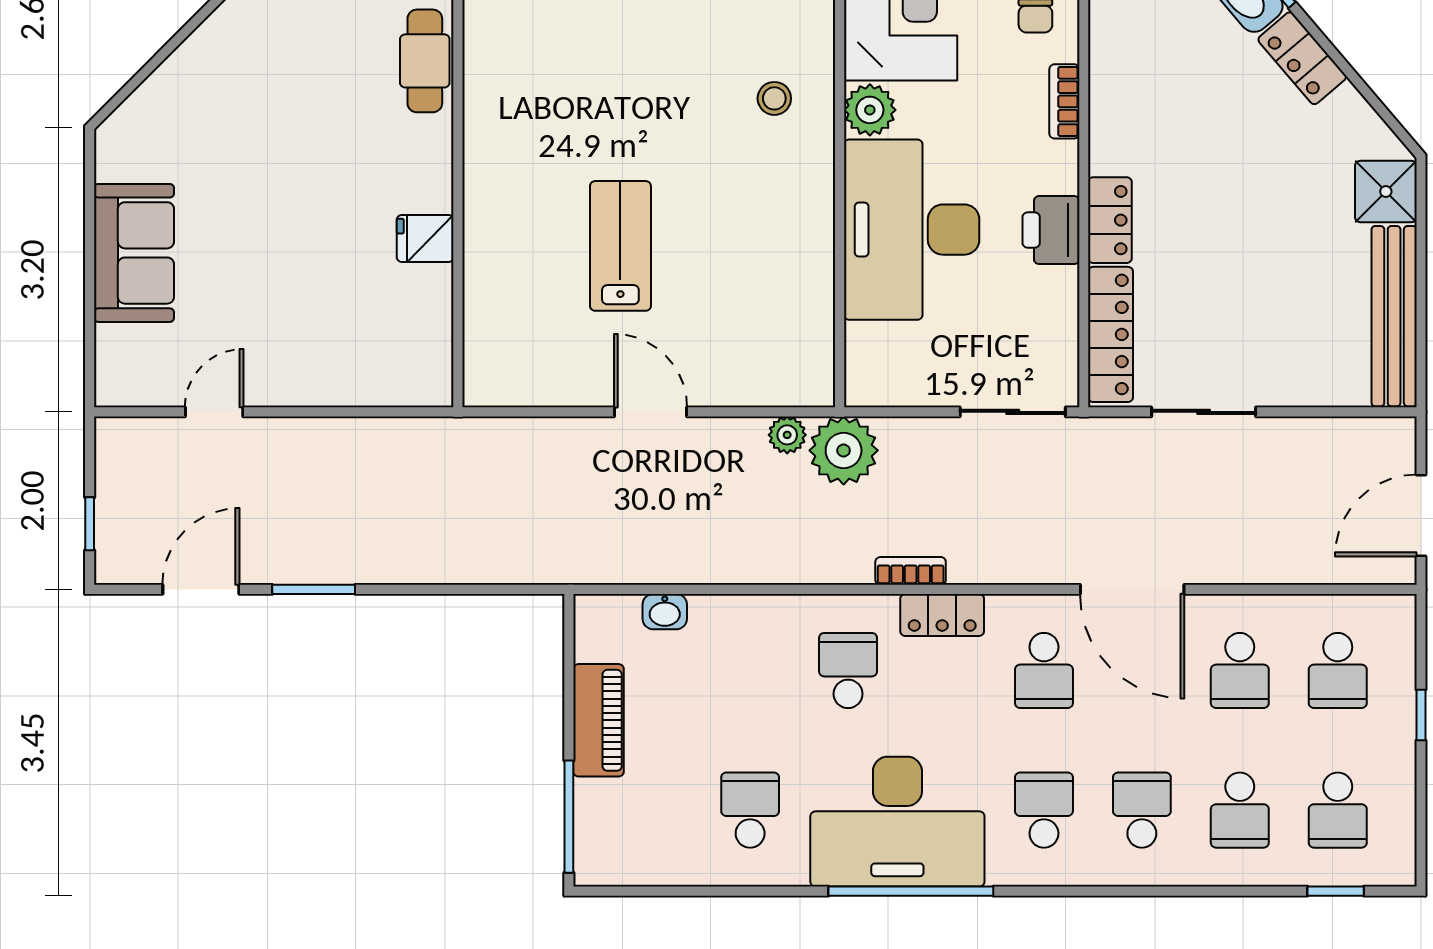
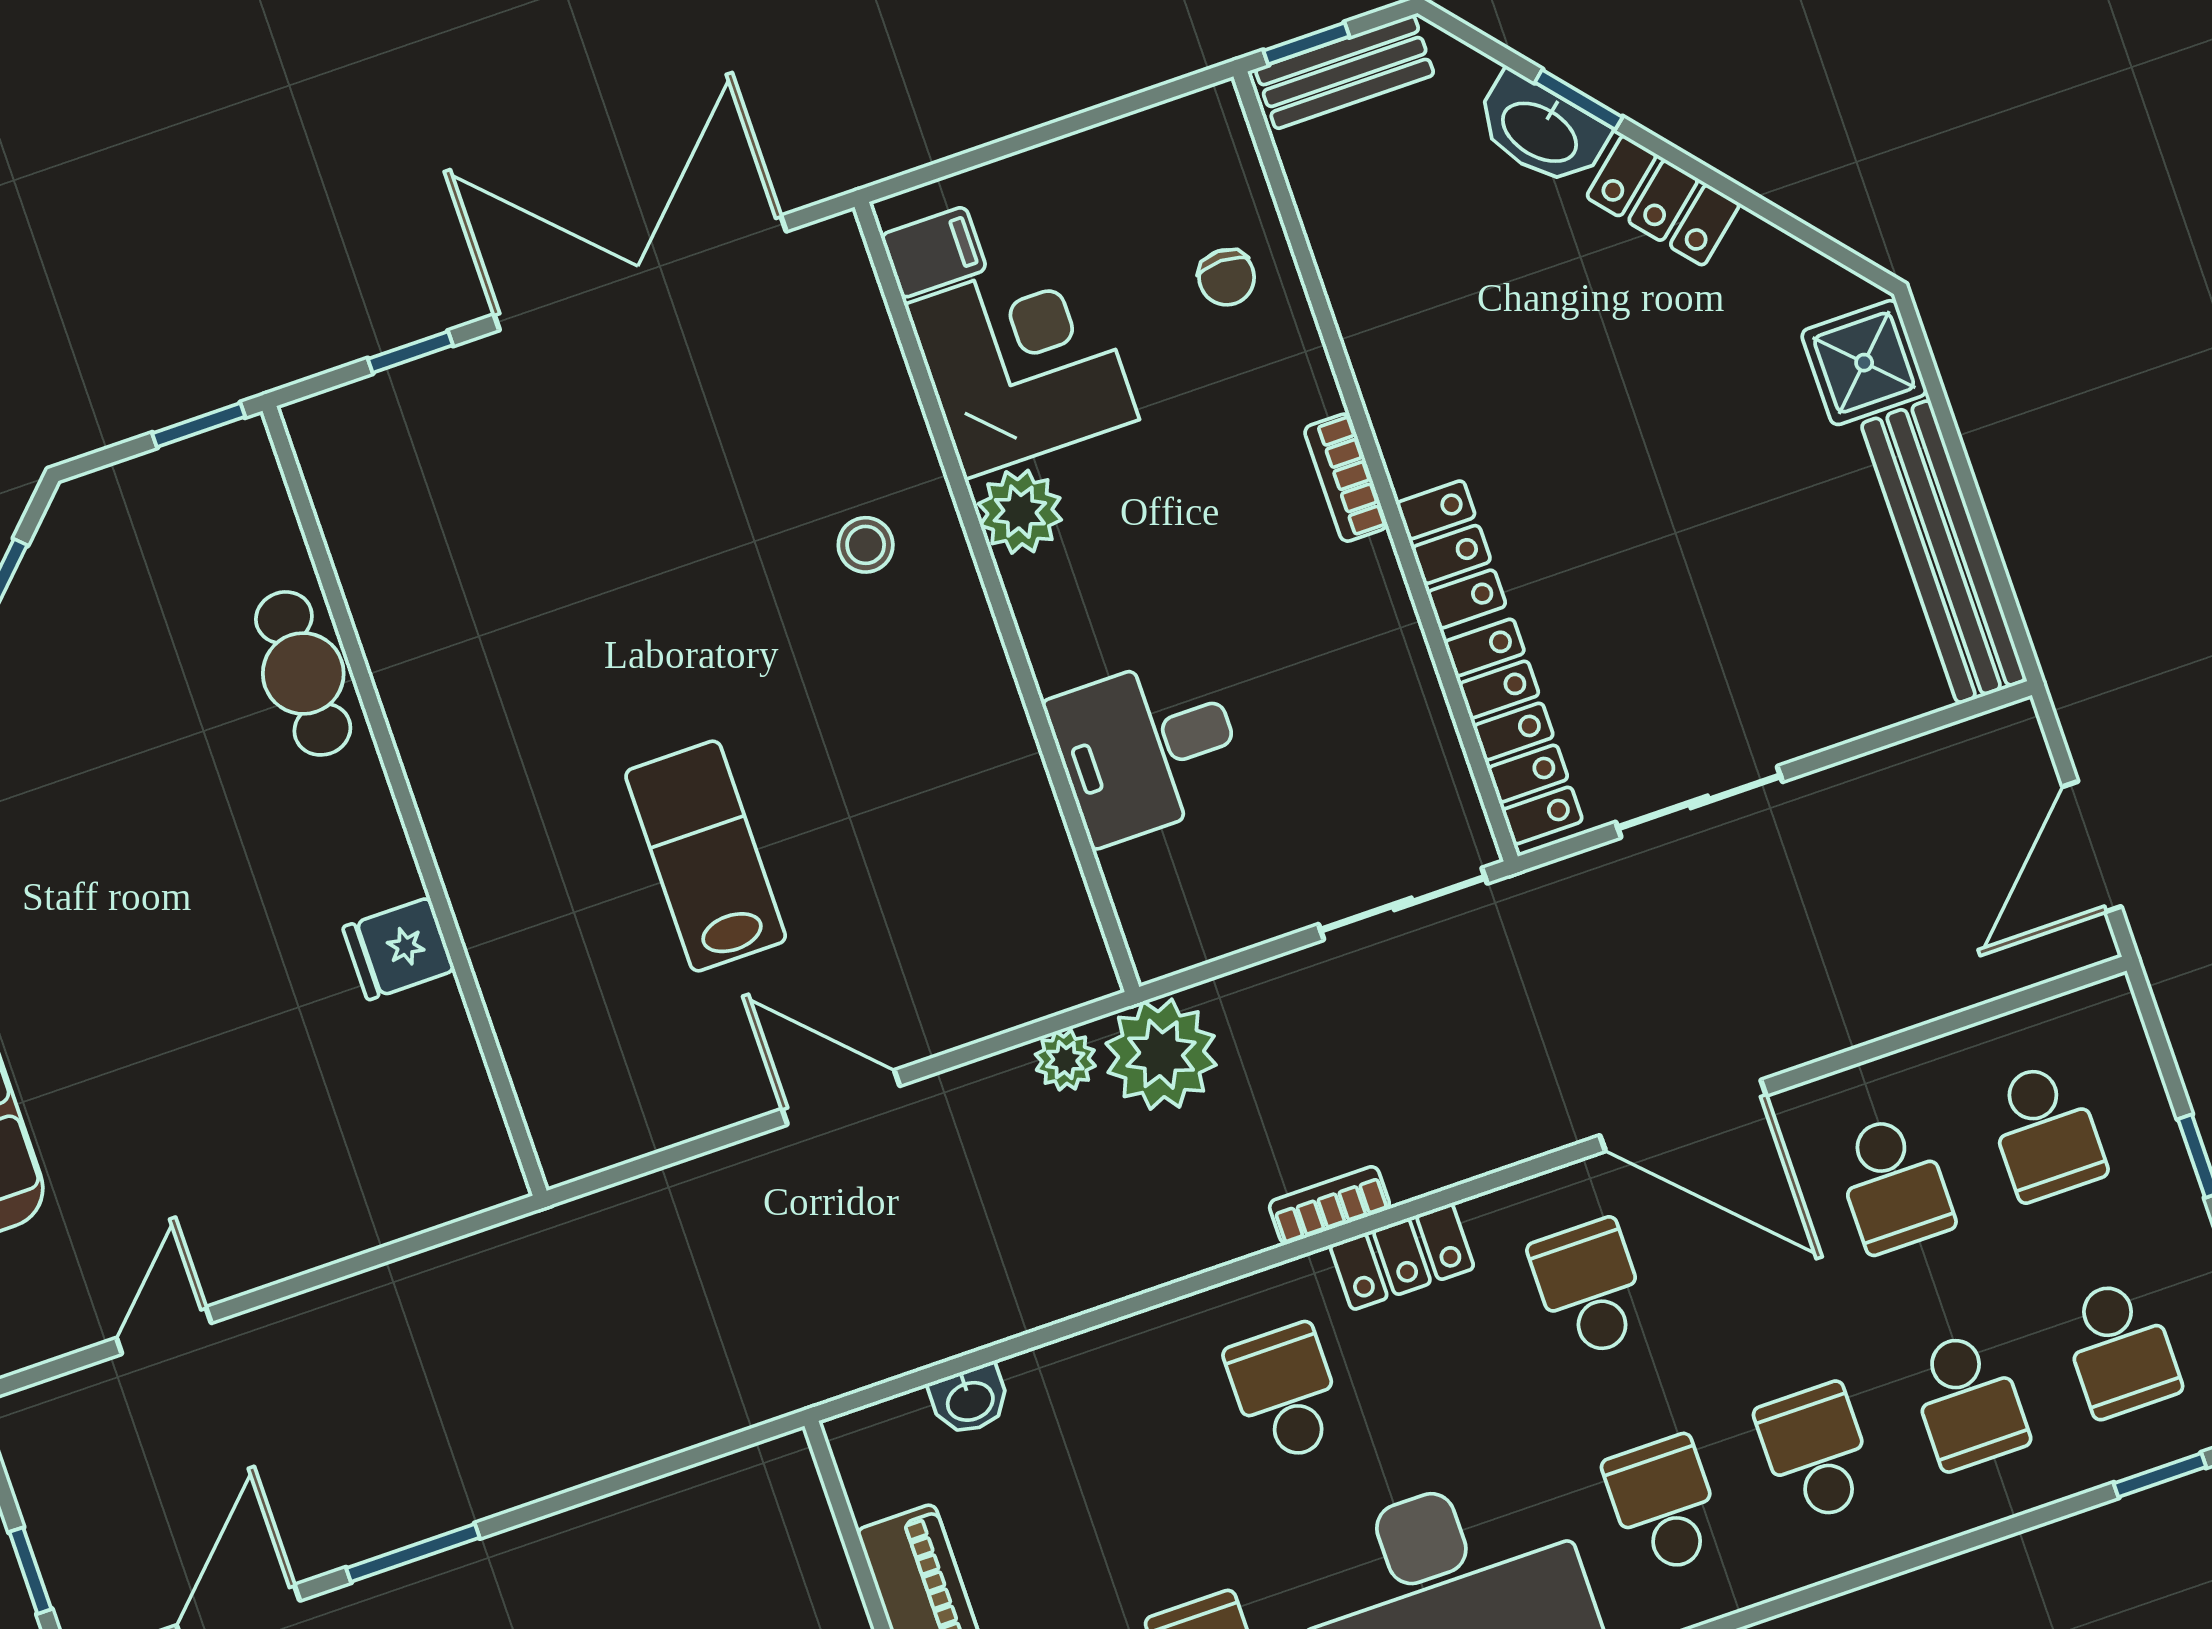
bookcase: (1064, 101) -> (1346, 478), moved
desk: (912, 230) -> (1147, 749), width x0.53, depth x0.77
printer: (1051, 230) -> (1365, 601), removed
school desk: (1044, 670) -> (1590, 1288), turned 180

